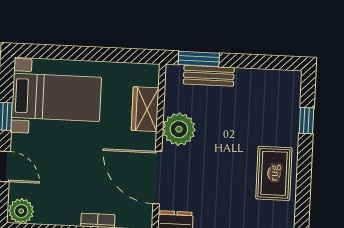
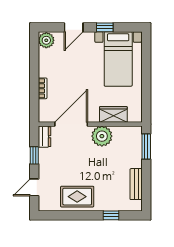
bench: (209, 76) -> (136, 184), moved

